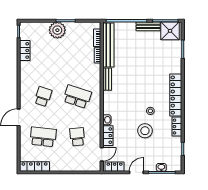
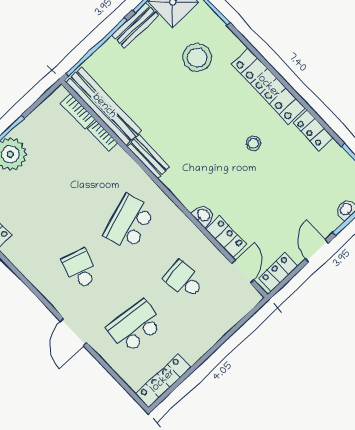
school desk: (77, 97) -> (129, 222), turned -36
stool: (145, 131) -> (197, 57), moved

